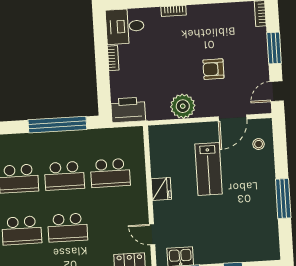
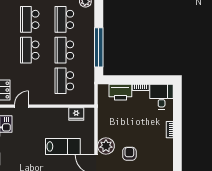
plant: (183, 106) -> (106, 146), moved
printer: (128, 110) -> (120, 92), moved, turned 90
lab bench: (209, 169) -> (63, 146), turned 180
fridge: (161, 189) -> (76, 114), moved

